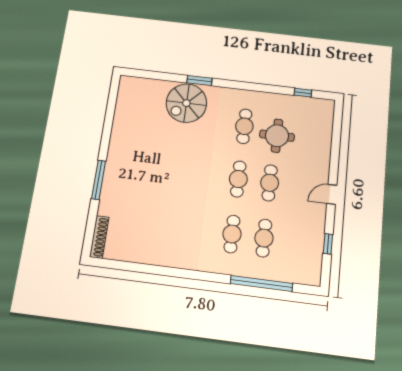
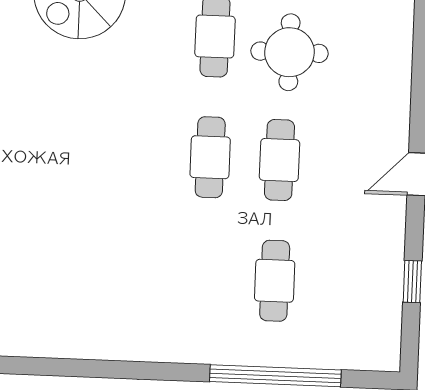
cafe table: (232, 234) -> (205, 278), removed

